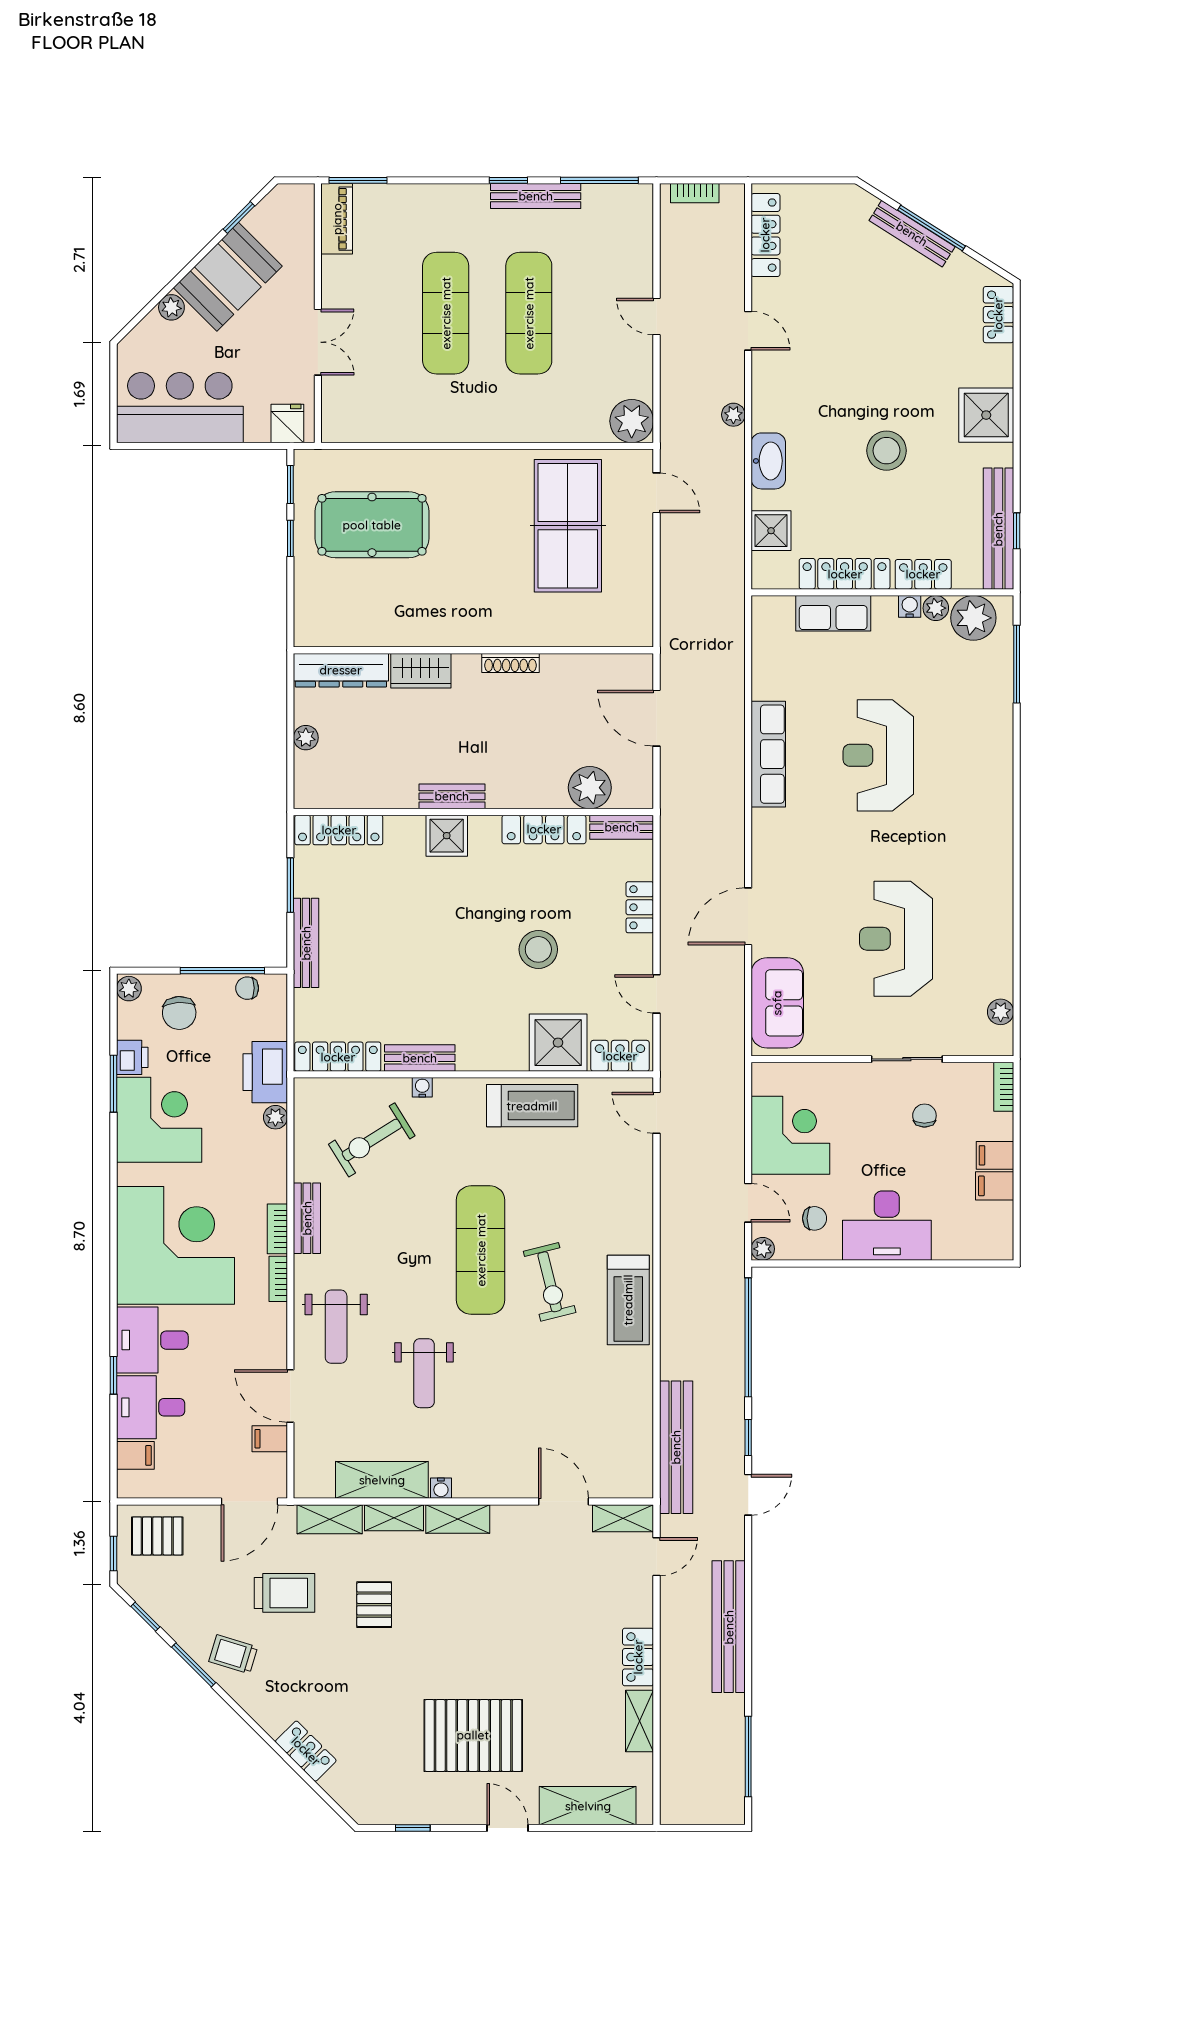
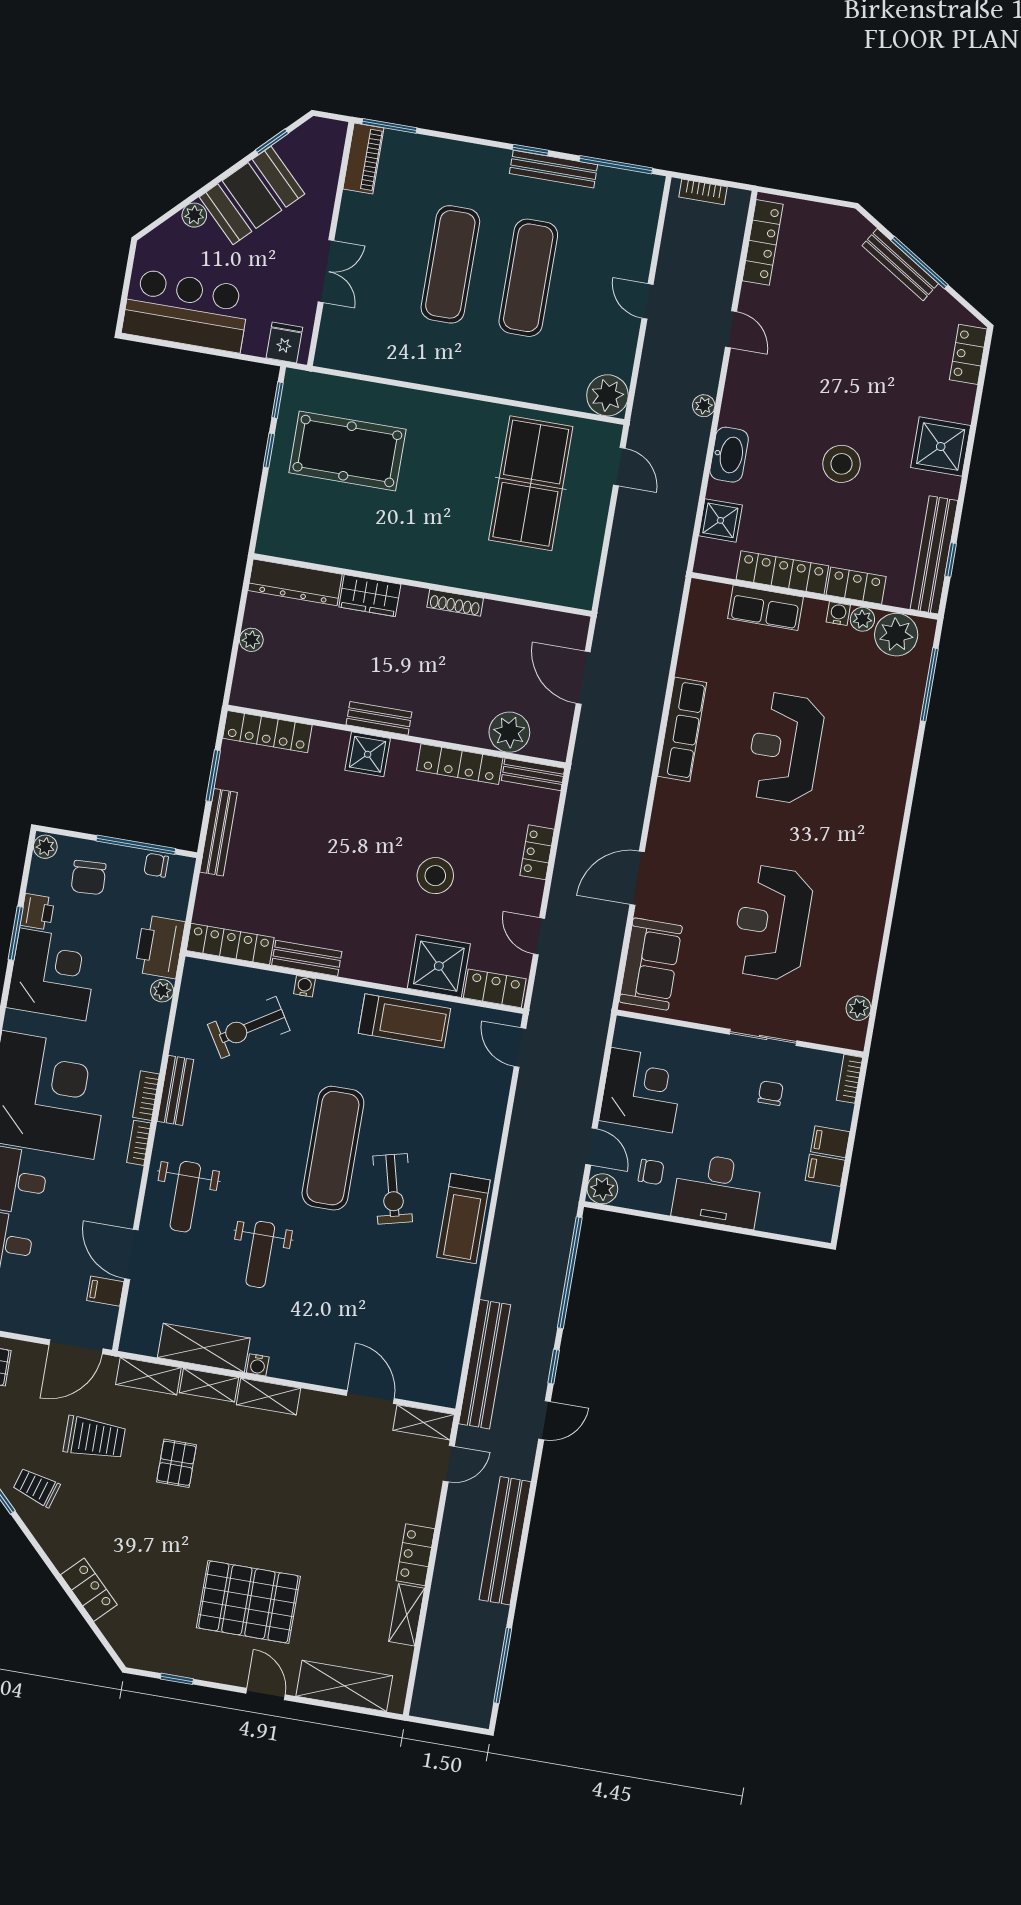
plant: (763, 1249) -> (602, 1189), width x1.38, depth x1.38

